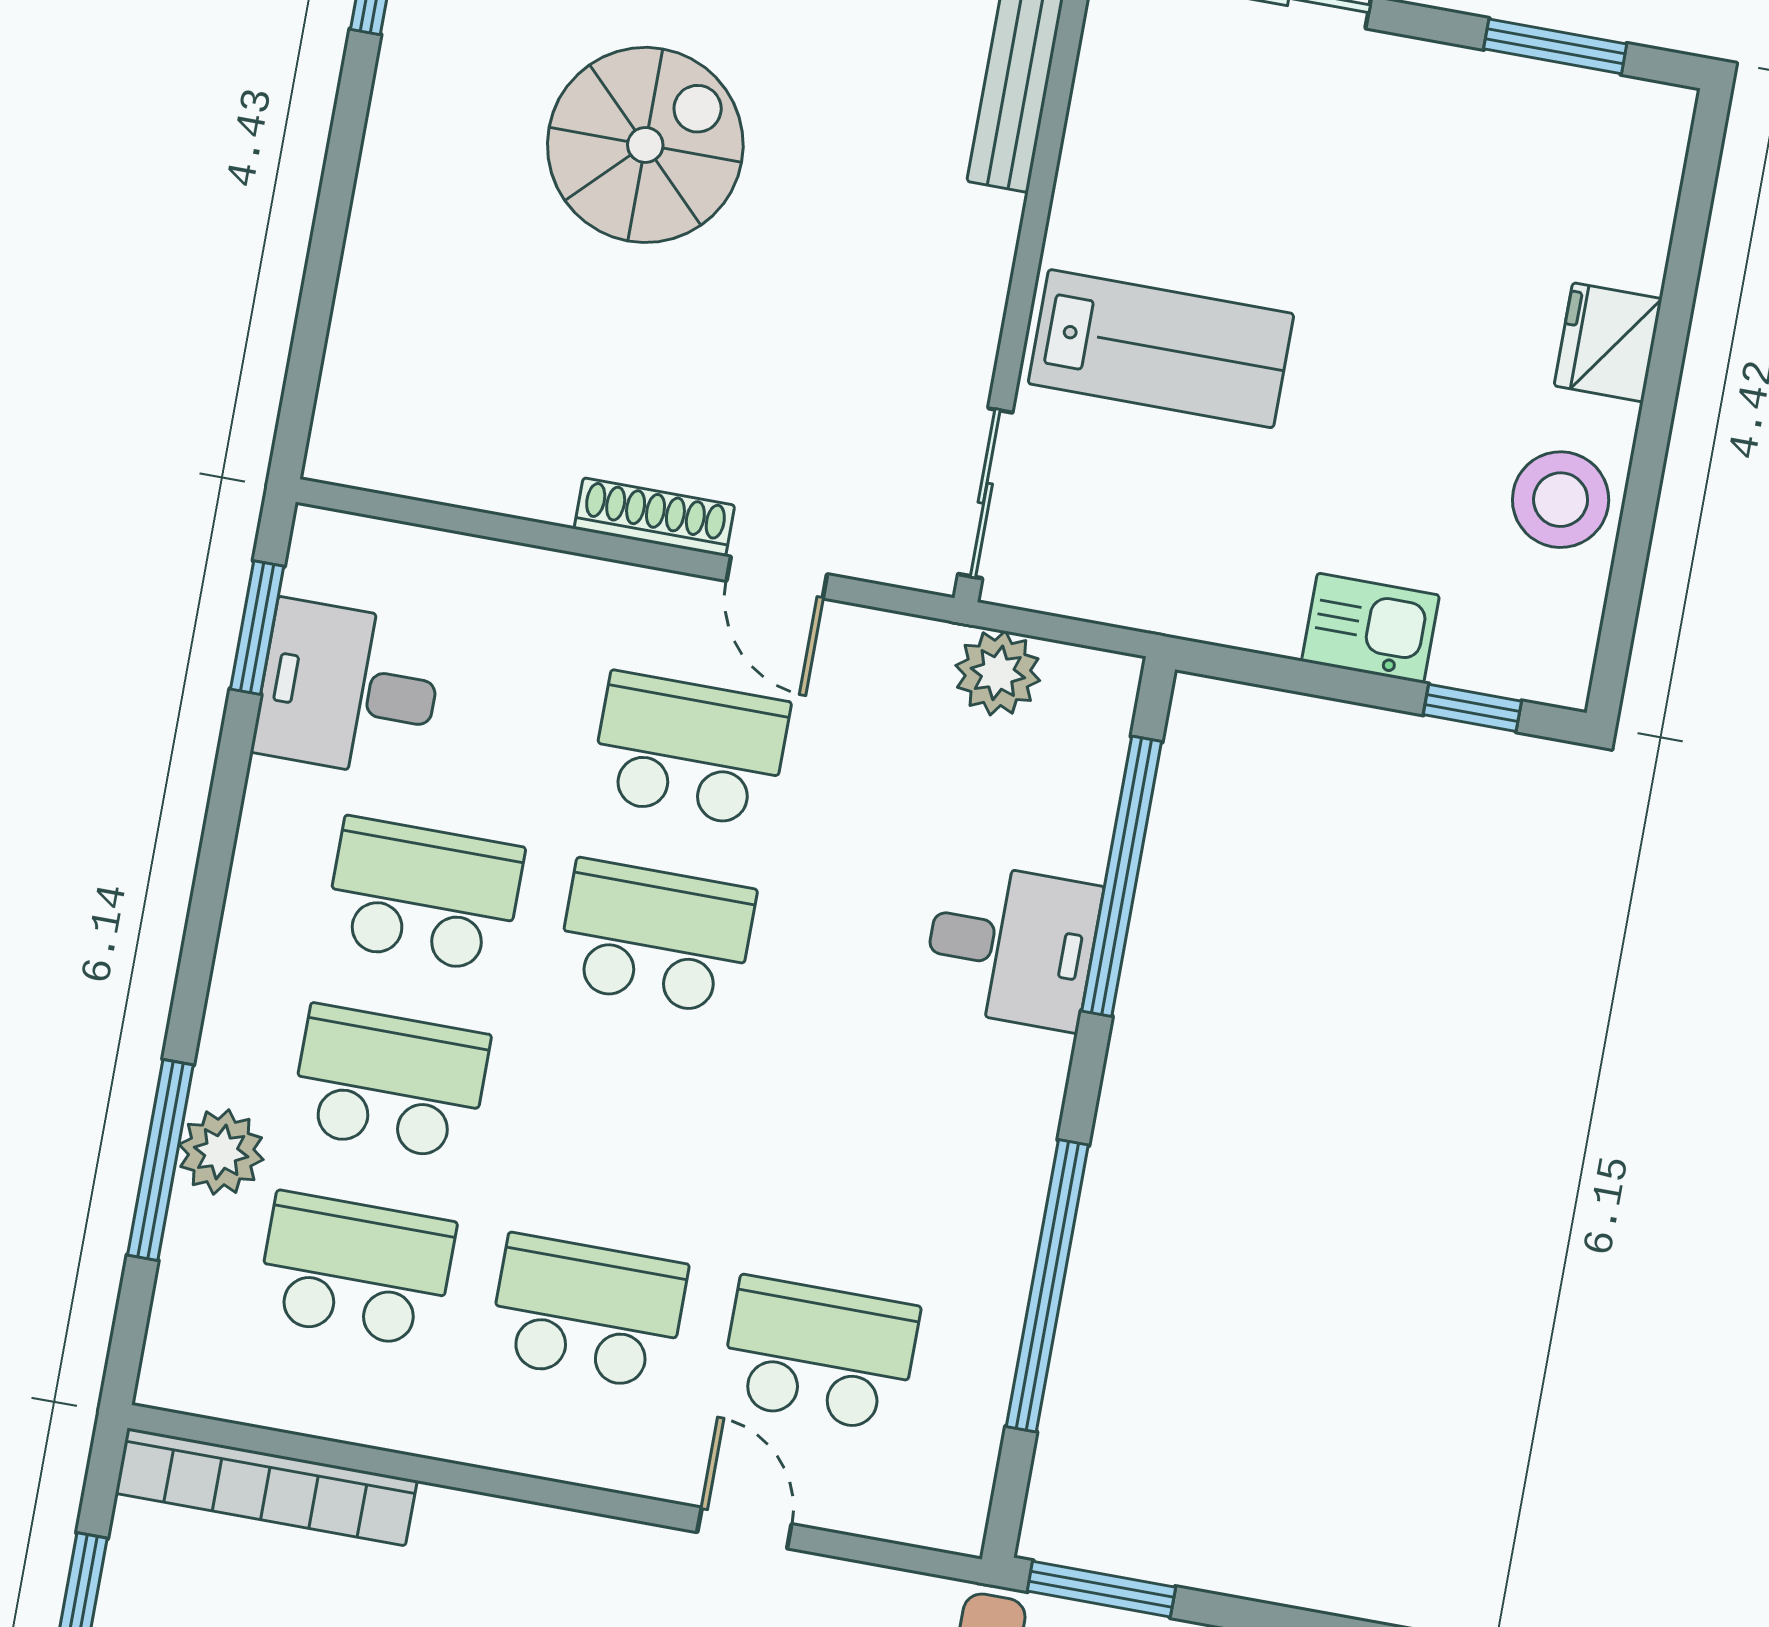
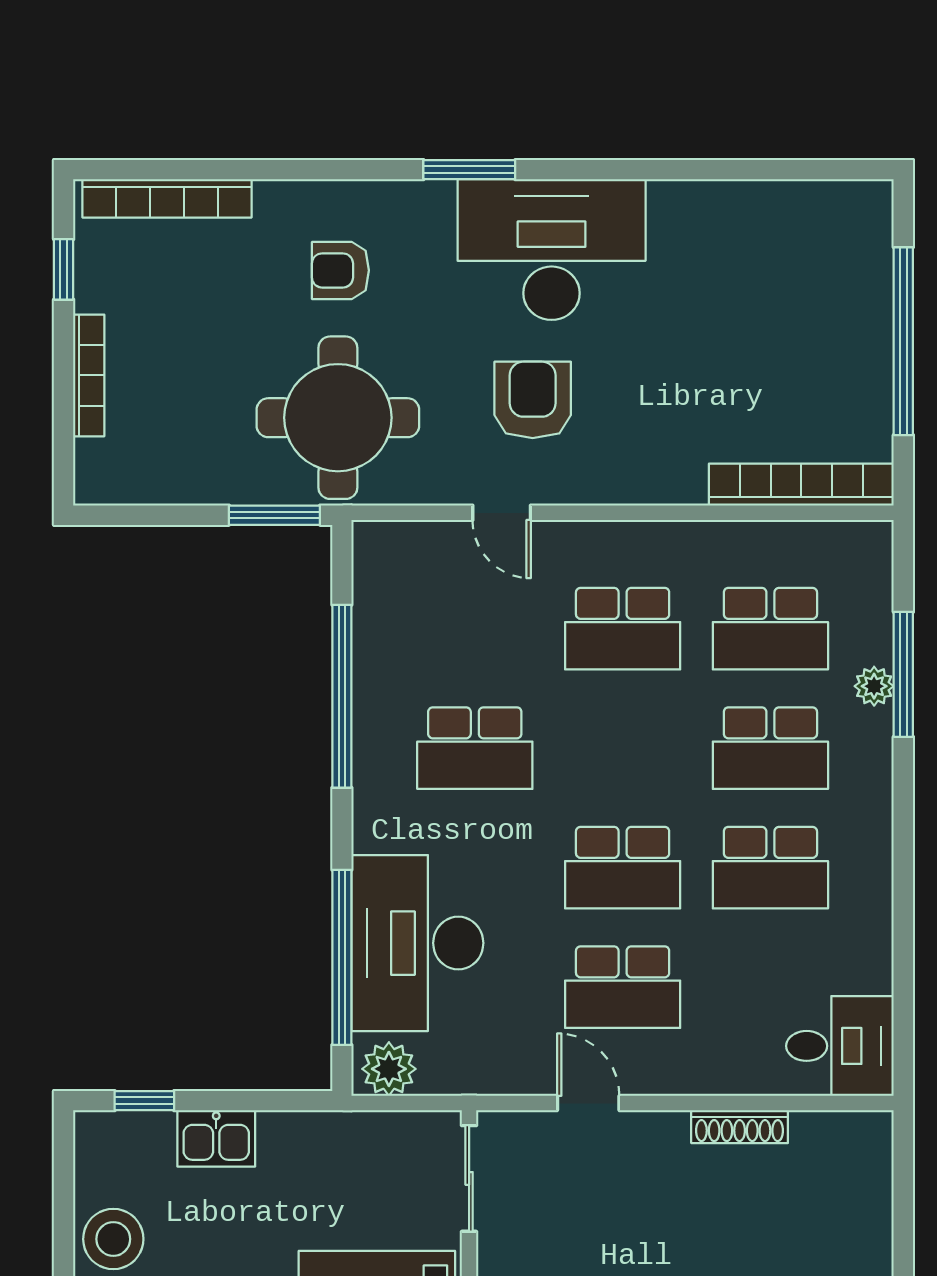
shoe rack: (654, 517) -> (740, 1127), moved
window: (257, 628) -> (903, 1014), removed
plant: (998, 673) -> (389, 1069), moved
desk: (349, 689) -> (840, 1046), moved
desk: (1011, 946) -> (417, 943), width x1.87, depth x1.30
plant: (221, 1152) -> (874, 686), width x0.73, depth x0.73
school desk: (820, 1354) -> (475, 748), moved

